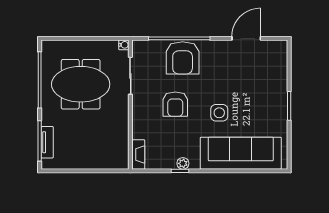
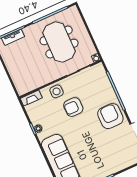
armchair: (183, 58) -> (110, 116), moved, turned 90
side table: (219, 113) -> (57, 91), moved

